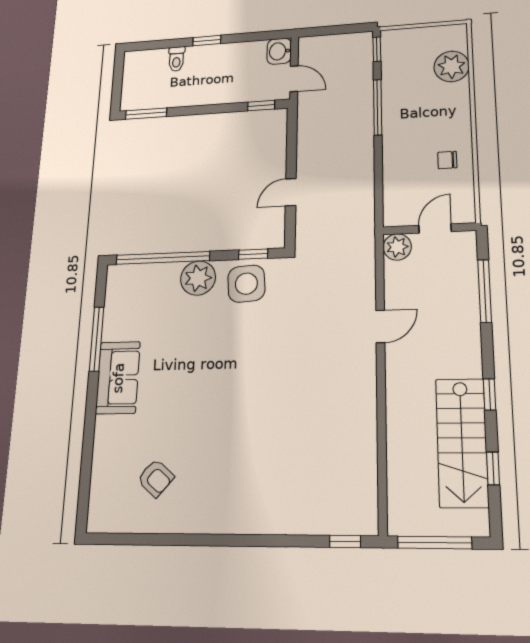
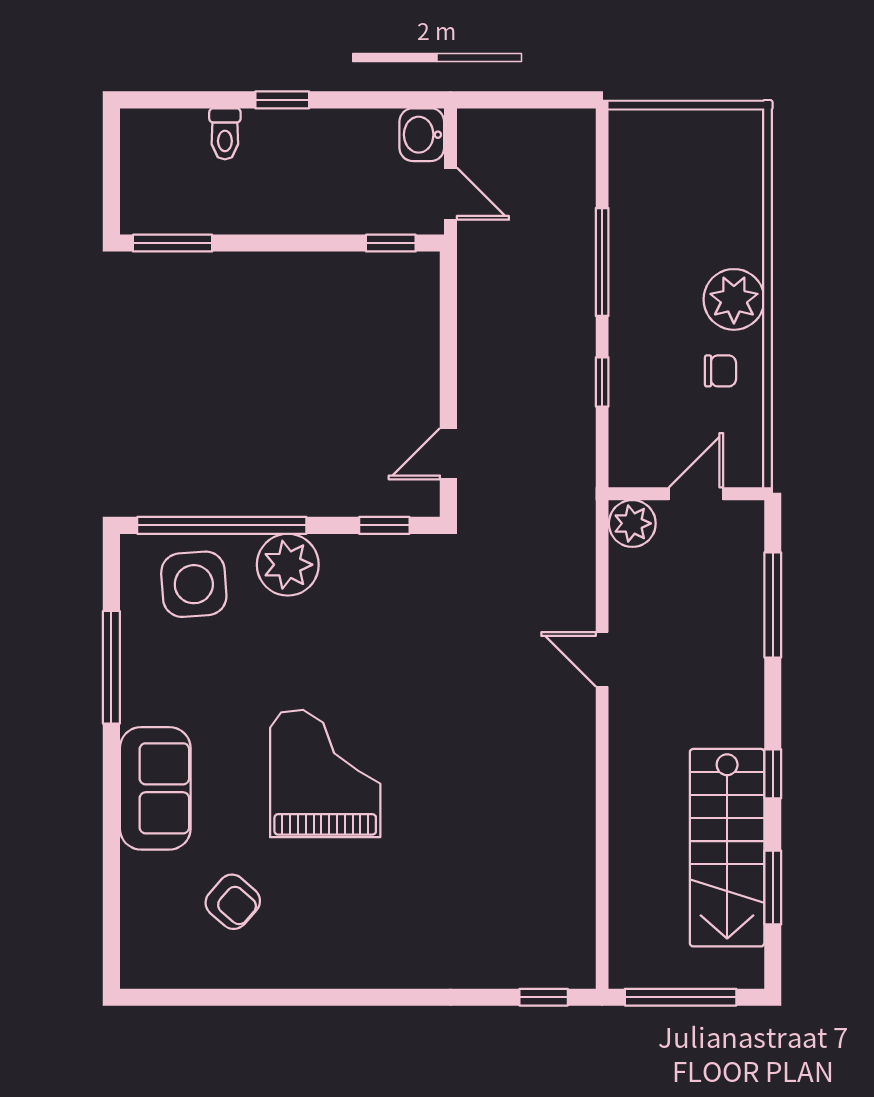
window: (377, 49) -> (602, 382), moved
plant: (452, 66) -> (734, 299), moved
chair: (447, 160) -> (721, 371), turned 180
door: (291, 192) -> (448, 454), moved
side table: (246, 284) -> (194, 584), moved
door: (380, 326) -> (602, 659), swing flipped
sofa: (118, 378) -> (155, 788), moved
grand piano: (214, 399) -> (325, 773), added
window: (493, 468) -> (773, 888), width x1.50

